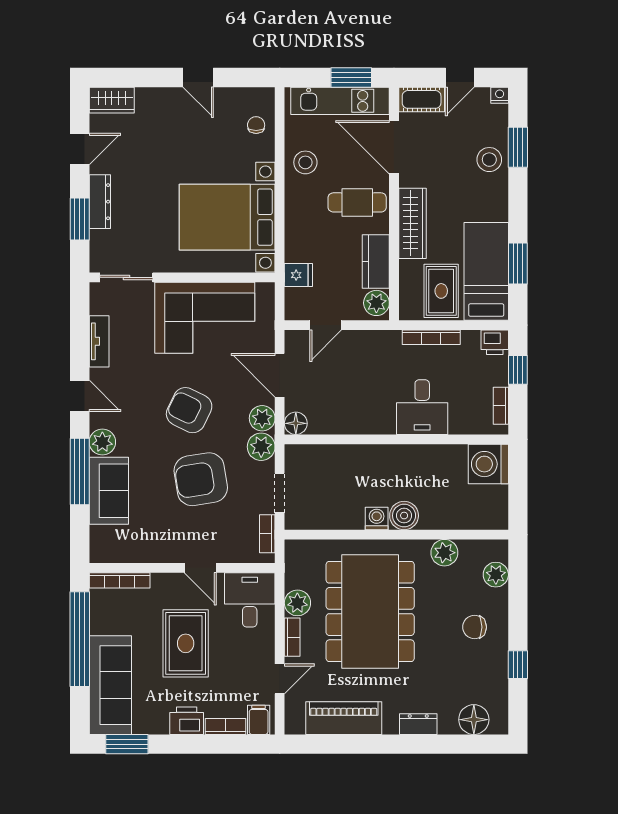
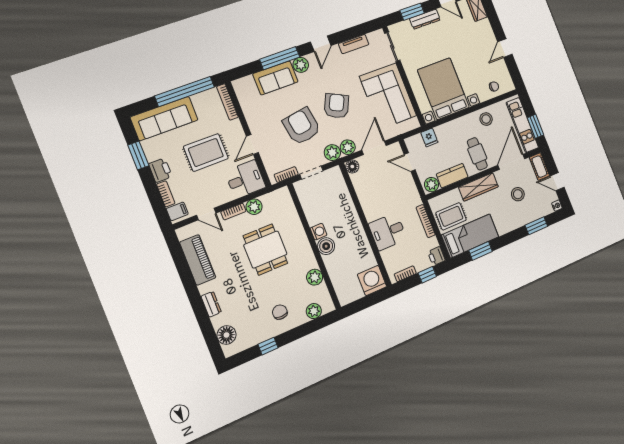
stool: (489, 160) -> (518, 194), moved
dining table: (370, 611) -> (265, 250), width x0.53, depth x0.80
window: (127, 744) -> (138, 155), moved

